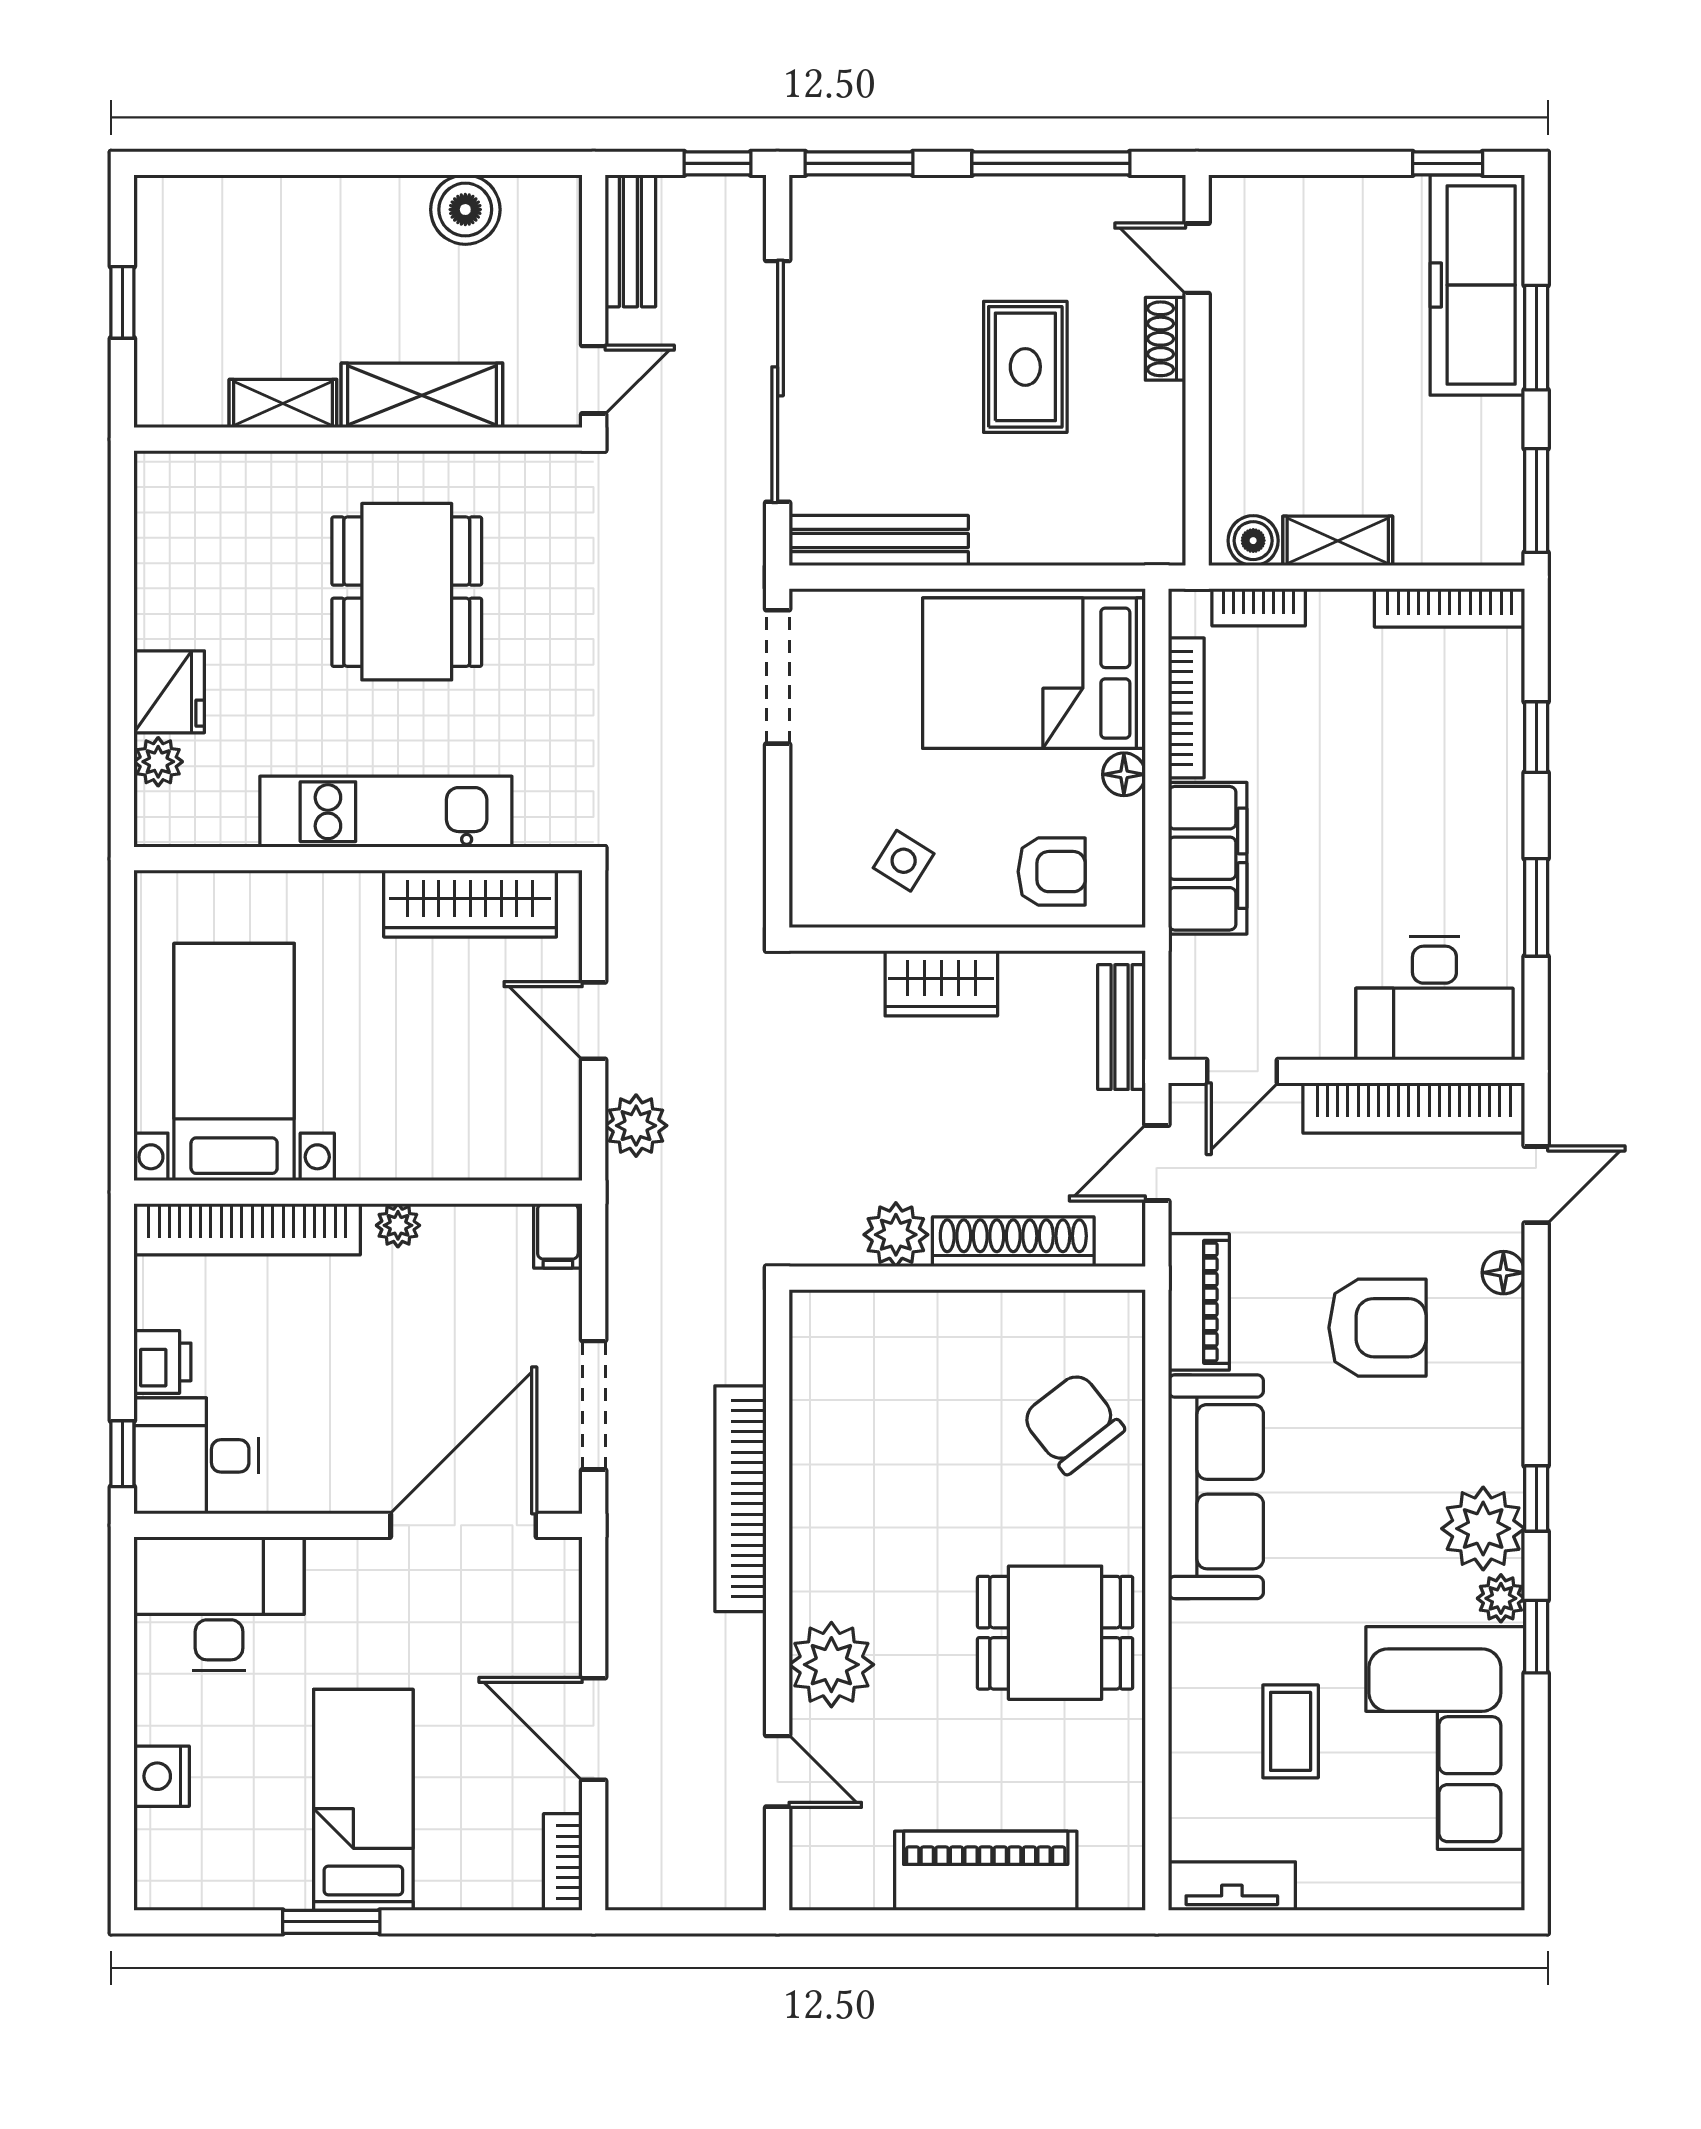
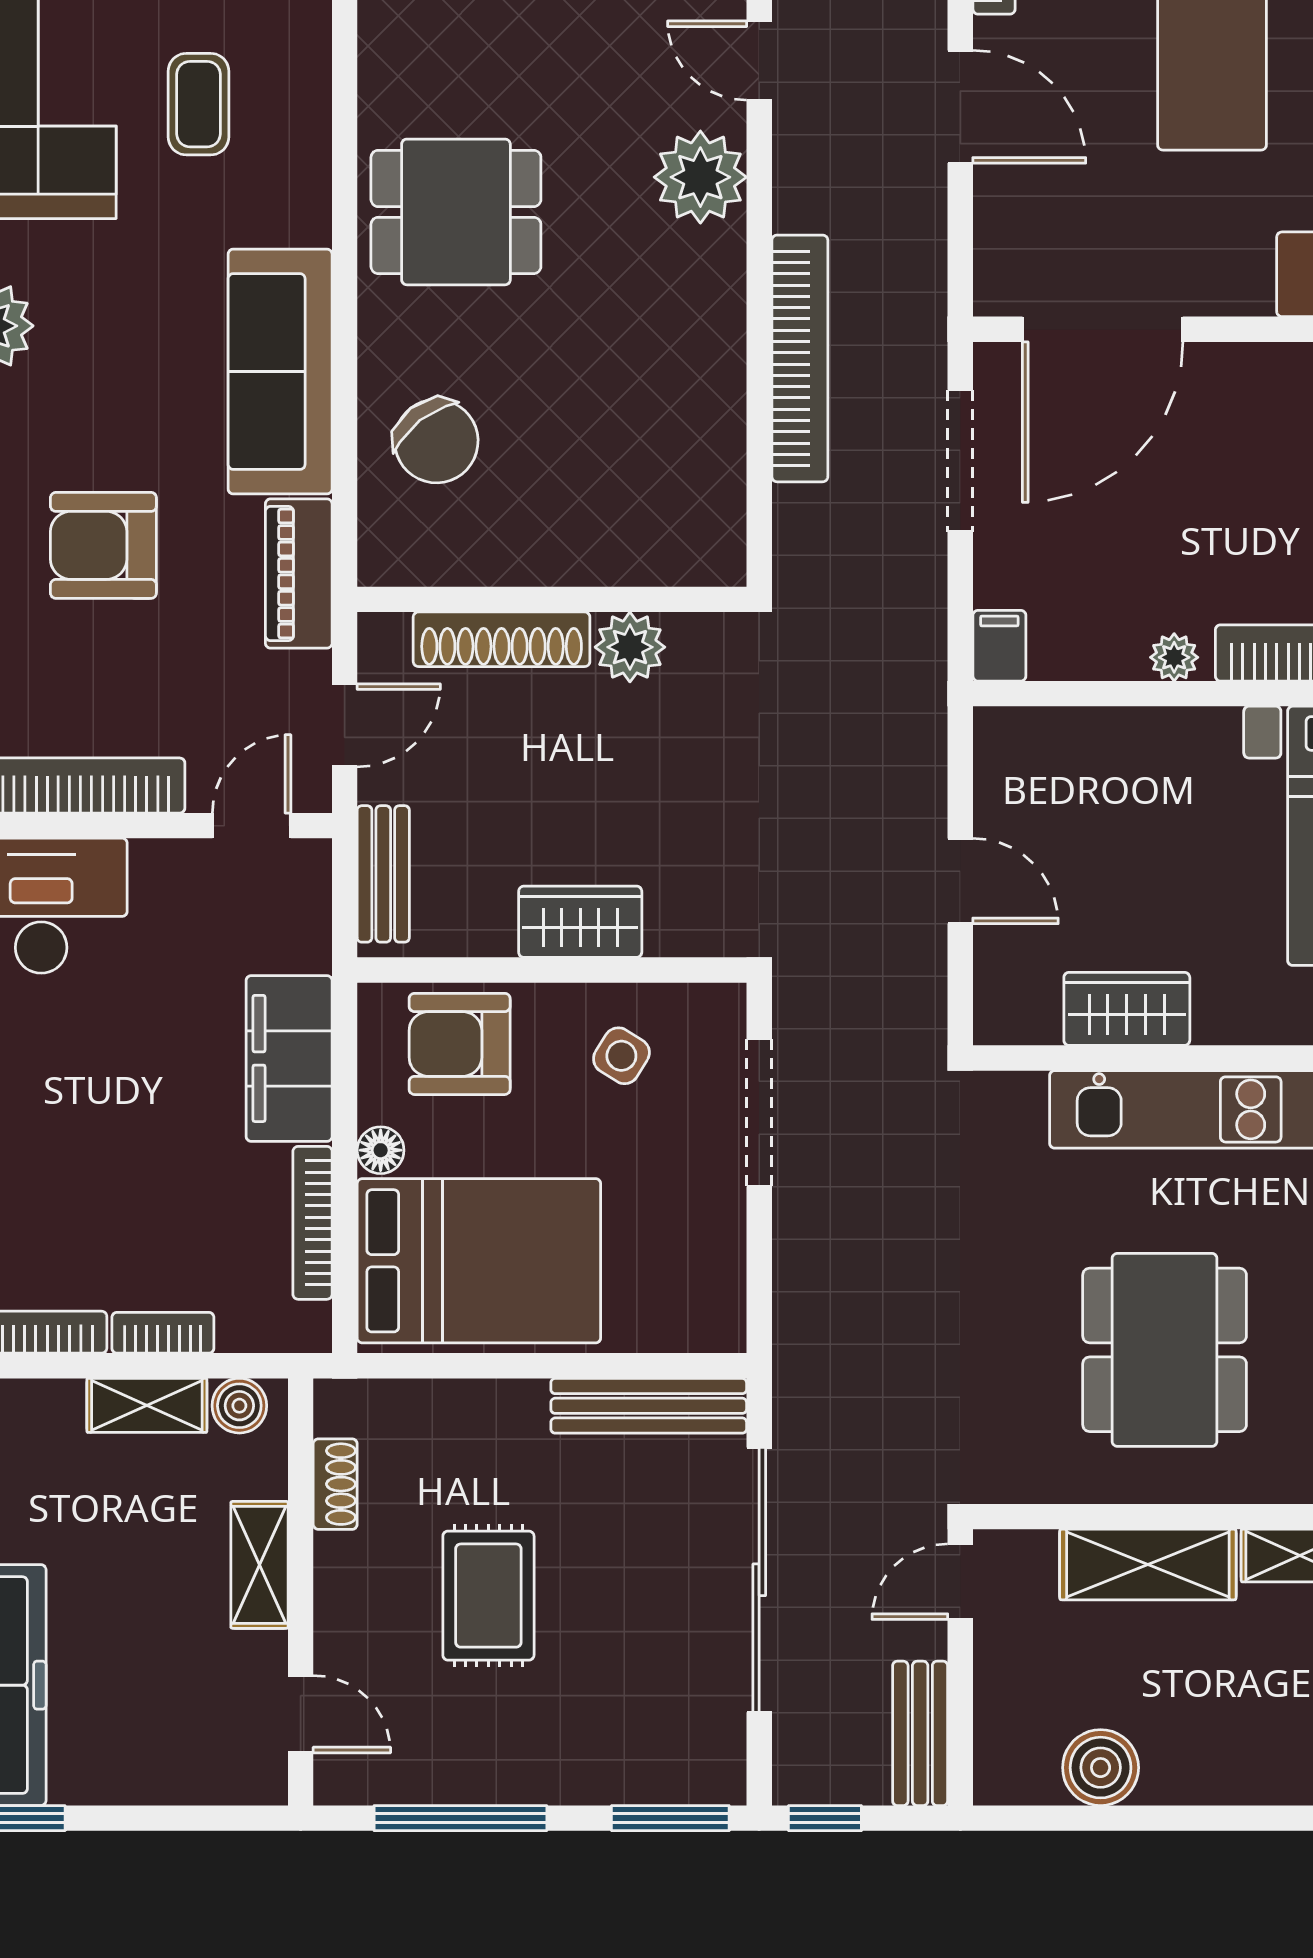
shoe rack: (1165, 339) -> (335, 1484), moved
shelving: (1235, 395) -> (260, 1565), added
bookcase: (1259, 607) -> (163, 1333), moved
doorway: (778, 677) -> (759, 1113), moved
armchair: (1052, 872) -> (460, 1044), width x1.38, depth x1.38
wardrobe: (470, 904) -> (1127, 1009), width x0.67
plant: (636, 1126) -> (914, 766), removed

